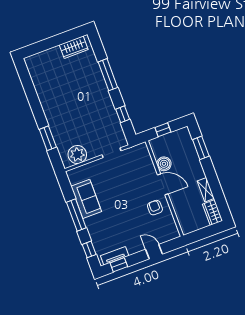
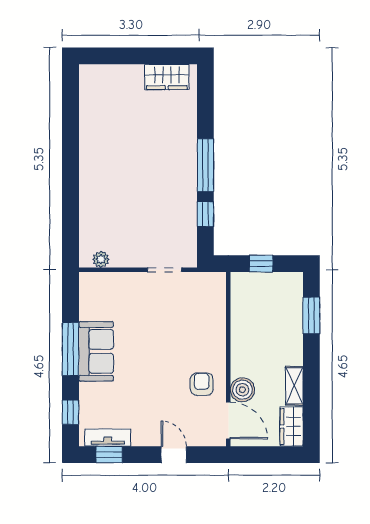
window: (108, 75) -> (205, 165), moved
window: (48, 138) -> (70, 208), removed
plant: (77, 154) -> (101, 259), width x0.53, depth x0.53
boiler: (164, 164) -> (242, 390), moved
door: (163, 184) -> (228, 420), moved
sofa: (86, 199) -> (96, 351), moved

